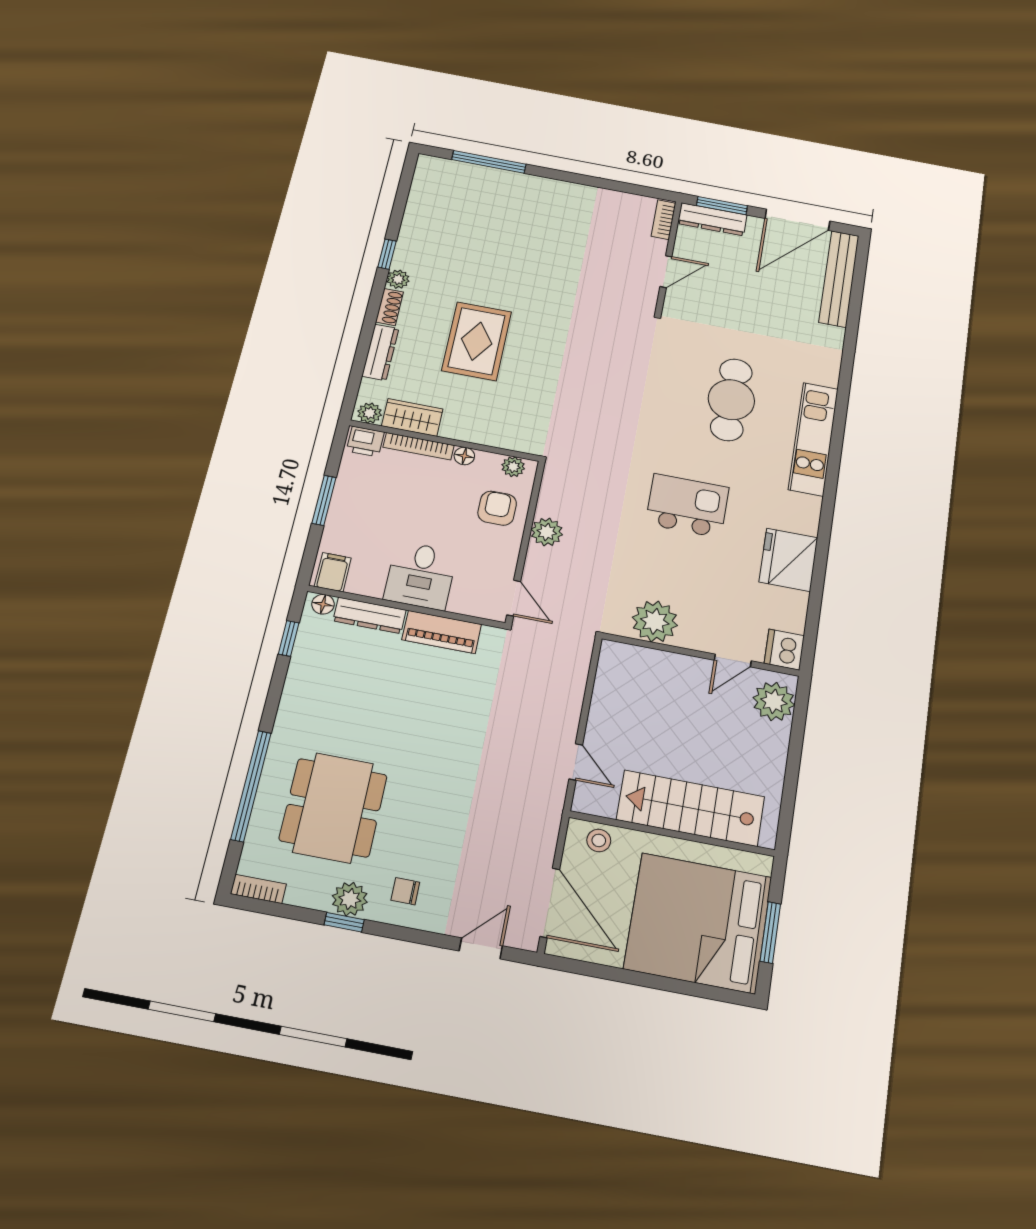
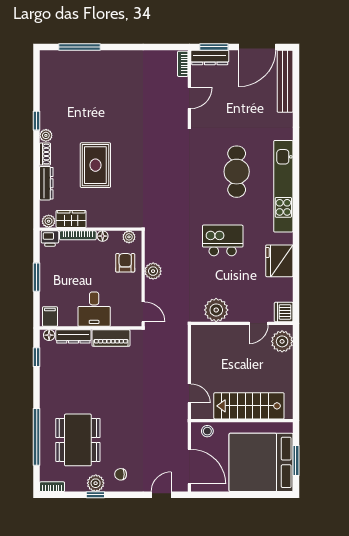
kitchen unit: (813, 439) -> (283, 186), width x1.36

